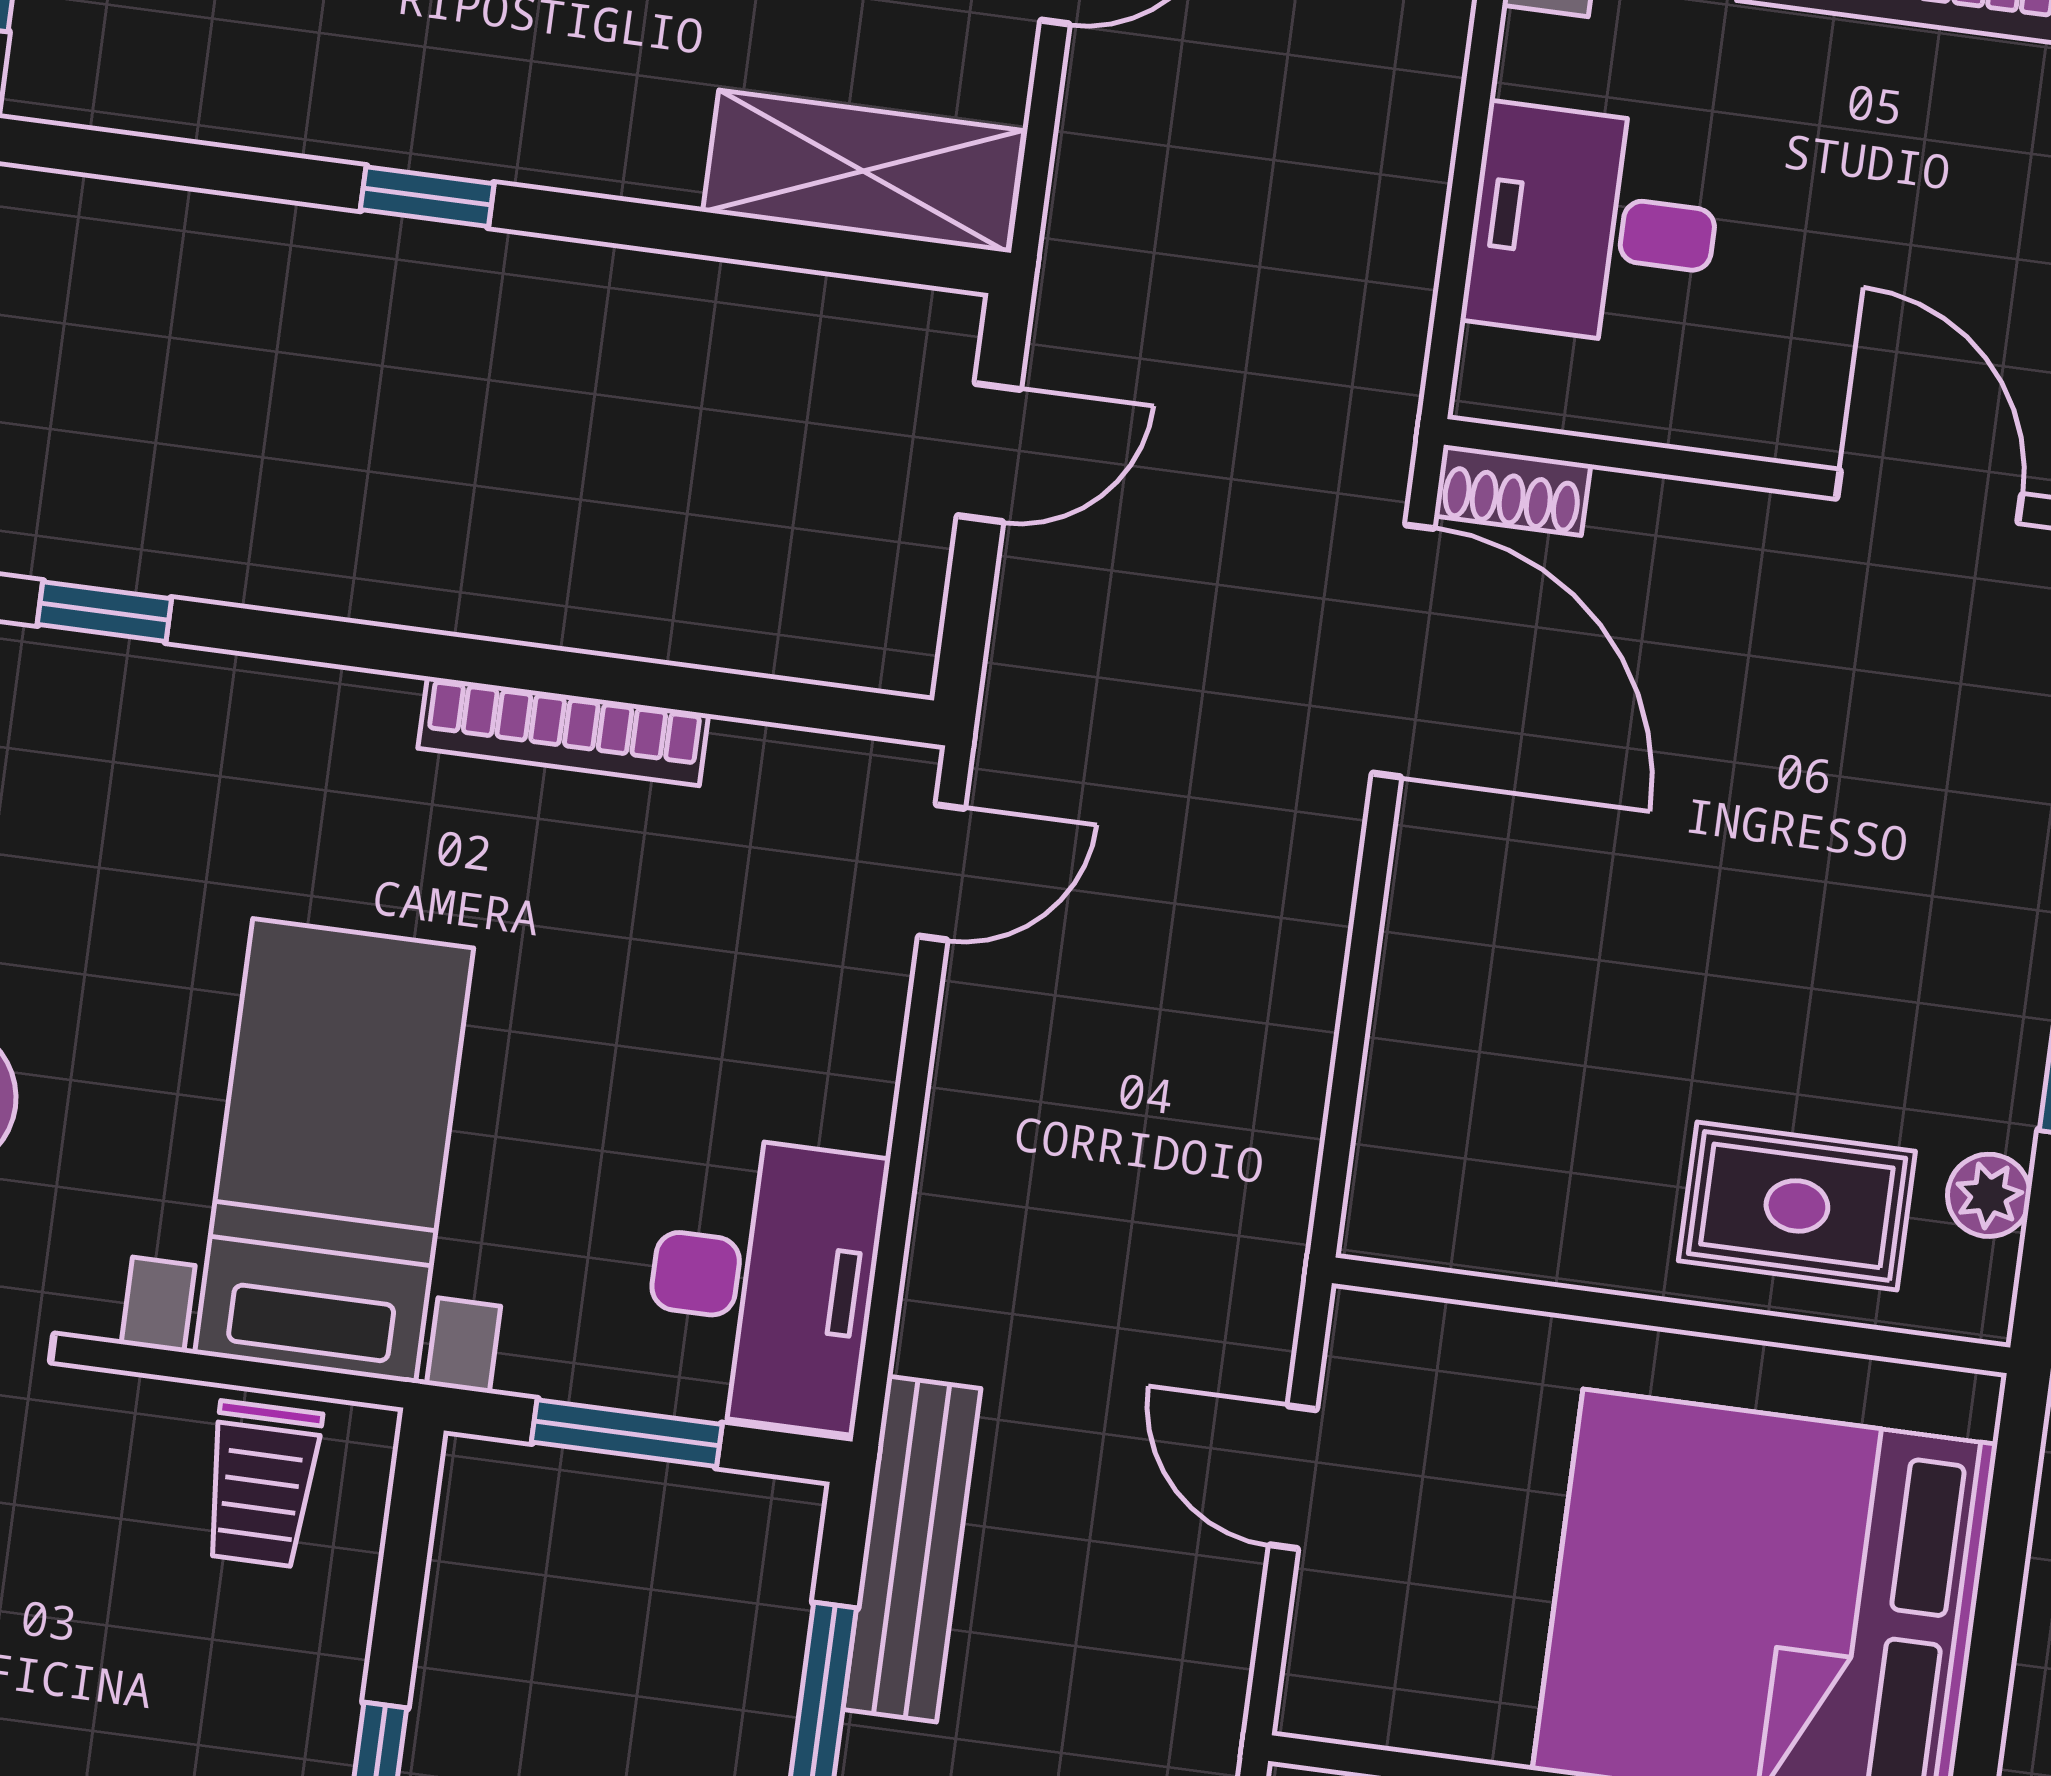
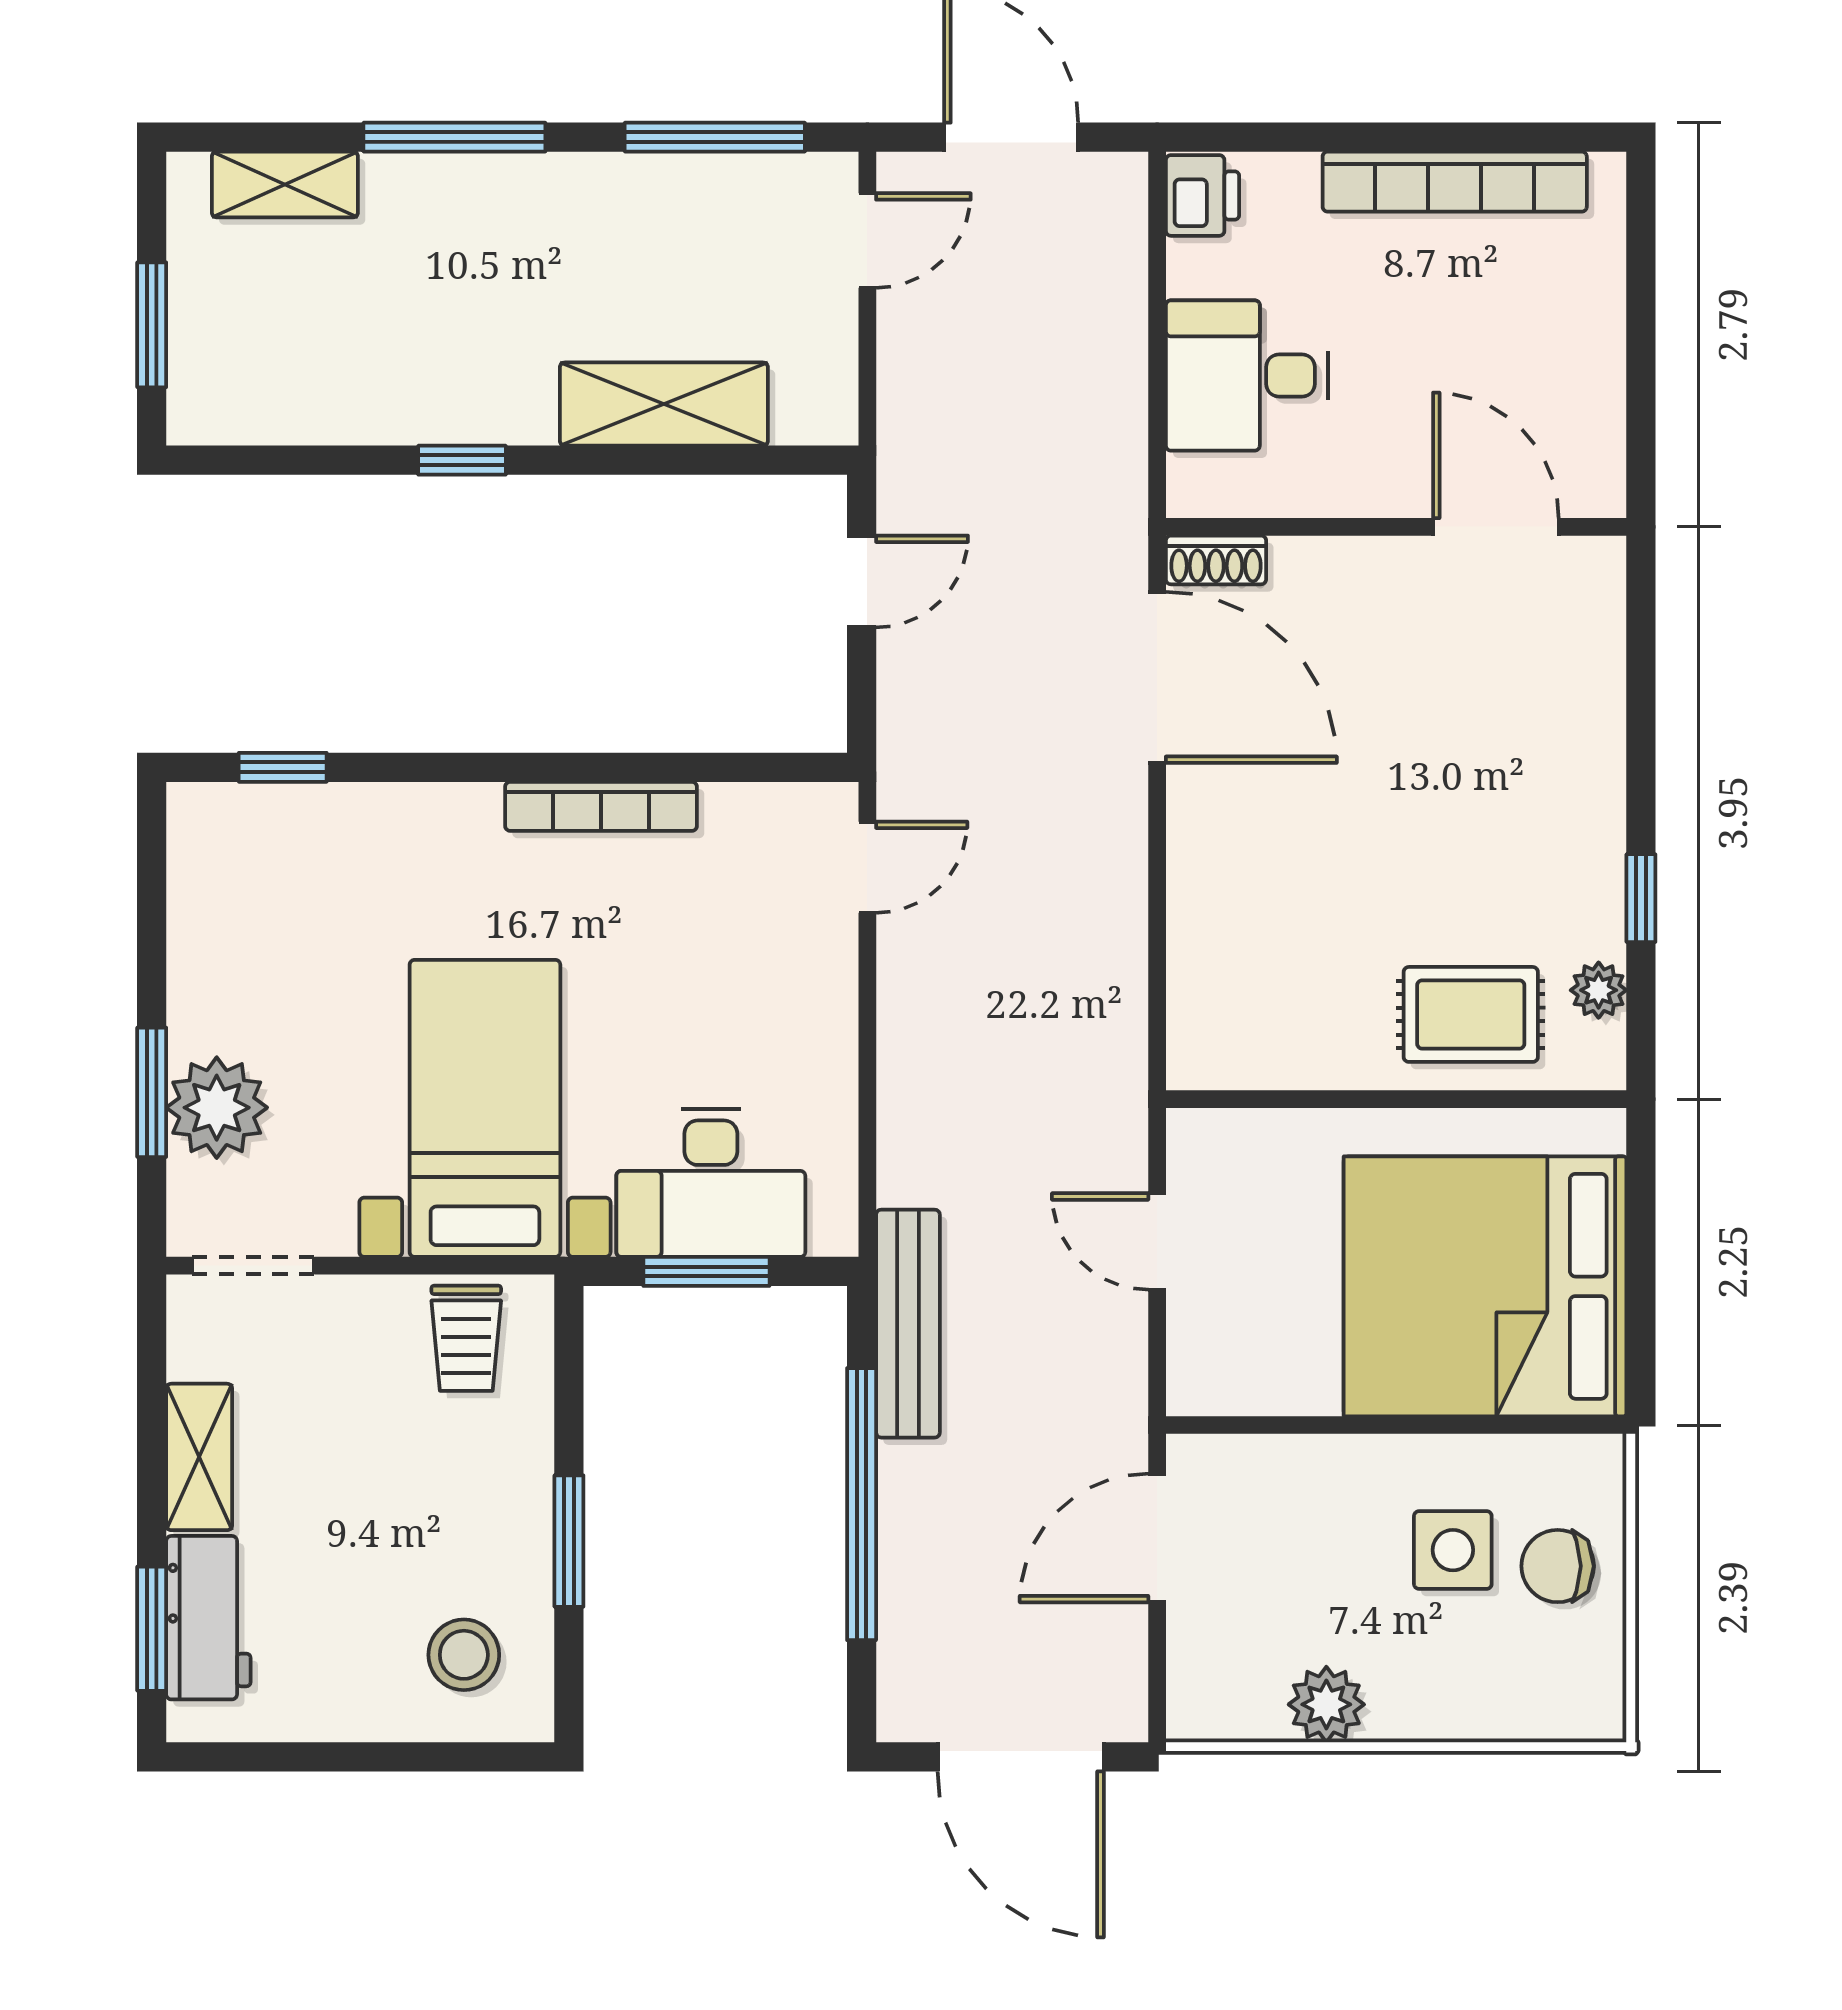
shelving: (863, 171) -> (664, 404), moved
desk: (763, 1283) -> (711, 1183), moved, turned 90

